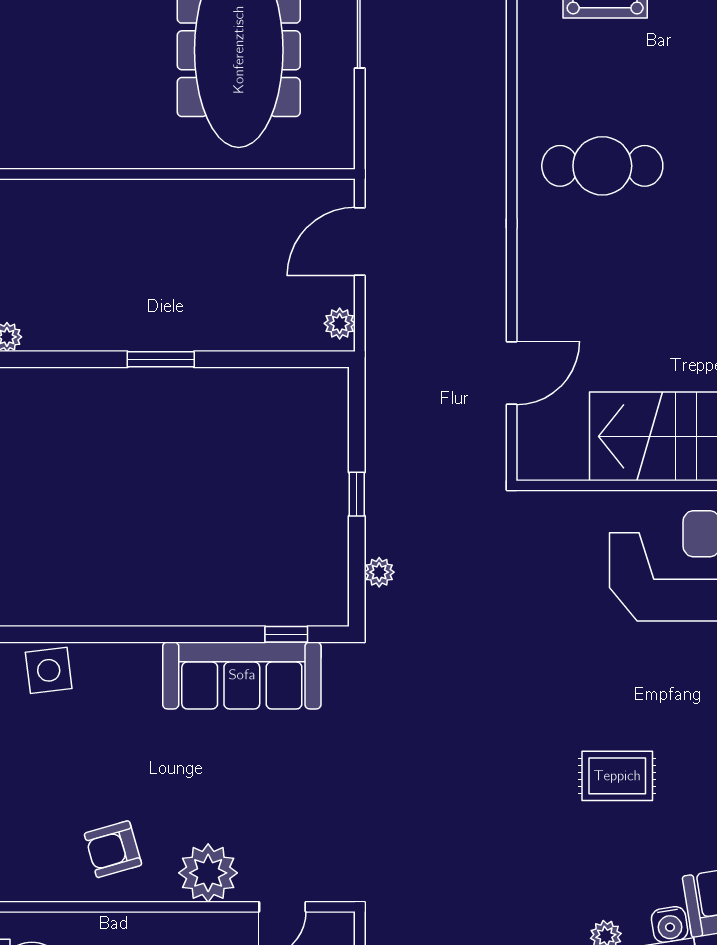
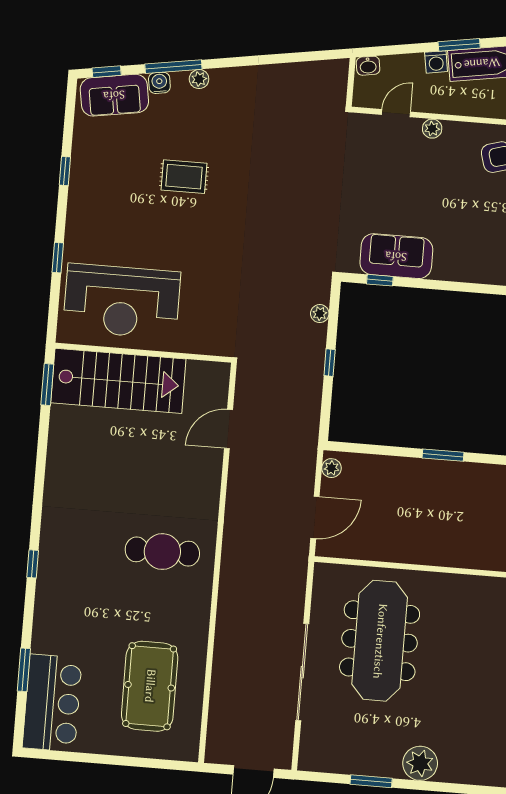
sofa: (242, 675) -> (396, 256), width x0.73
plant: (208, 873) -> (432, 129), width x0.53, depth x0.53

